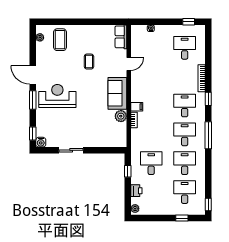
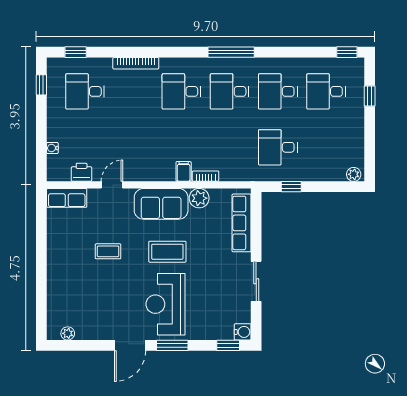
coffee table: (60, 40) -> (167, 252), moved
door: (129, 64) -> (112, 185), hinge flipped
window: (208, 99) -> (76, 52), moved
row of seats: (106, 141) -> (242, 223), added
printer: (136, 191) -> (82, 172), moved

